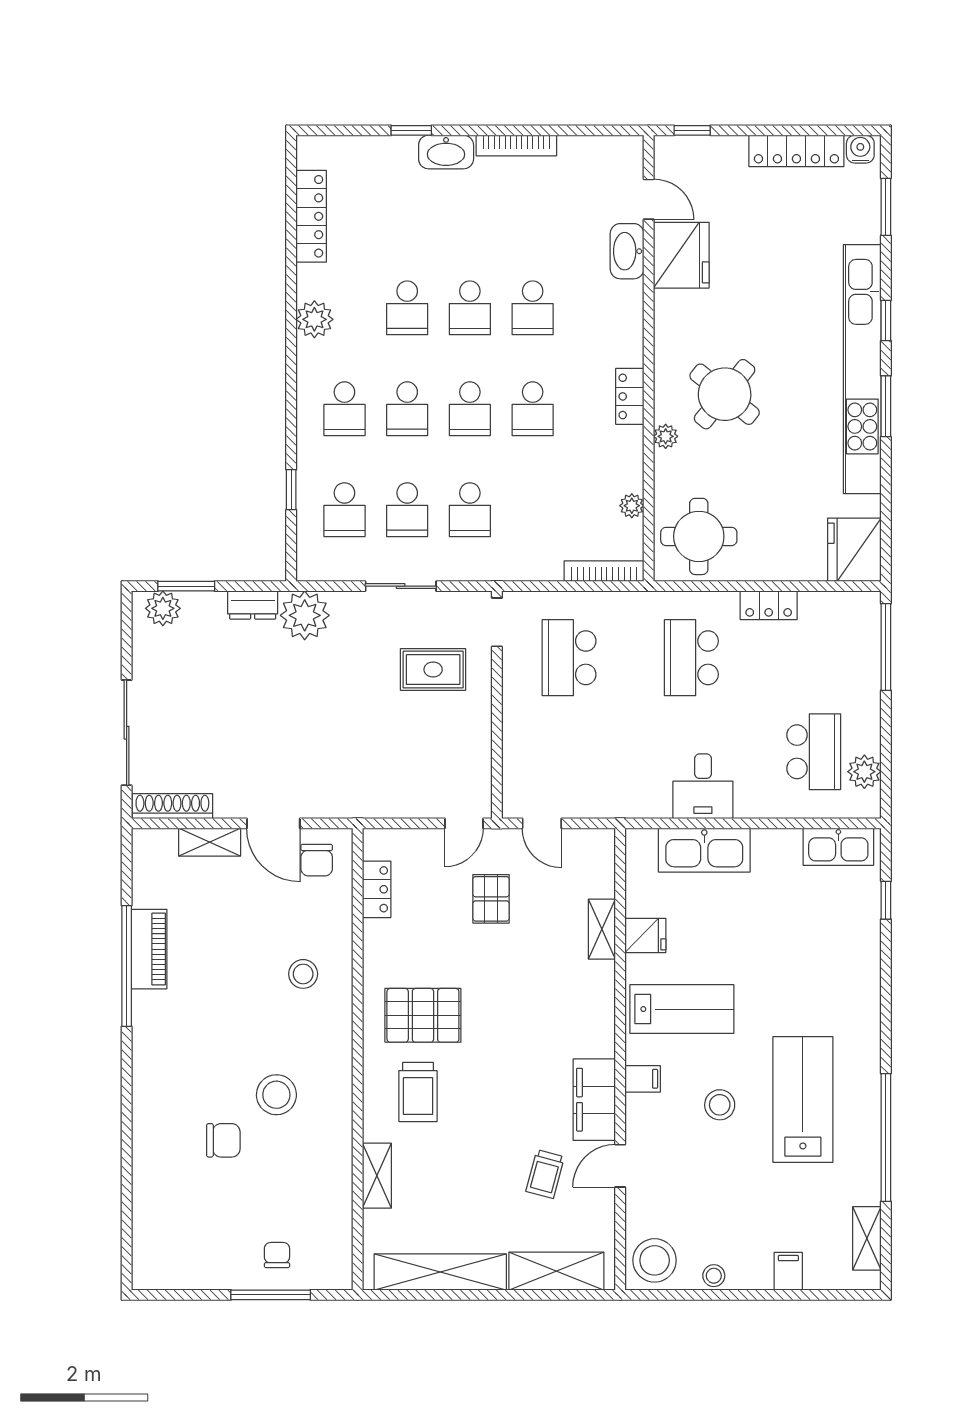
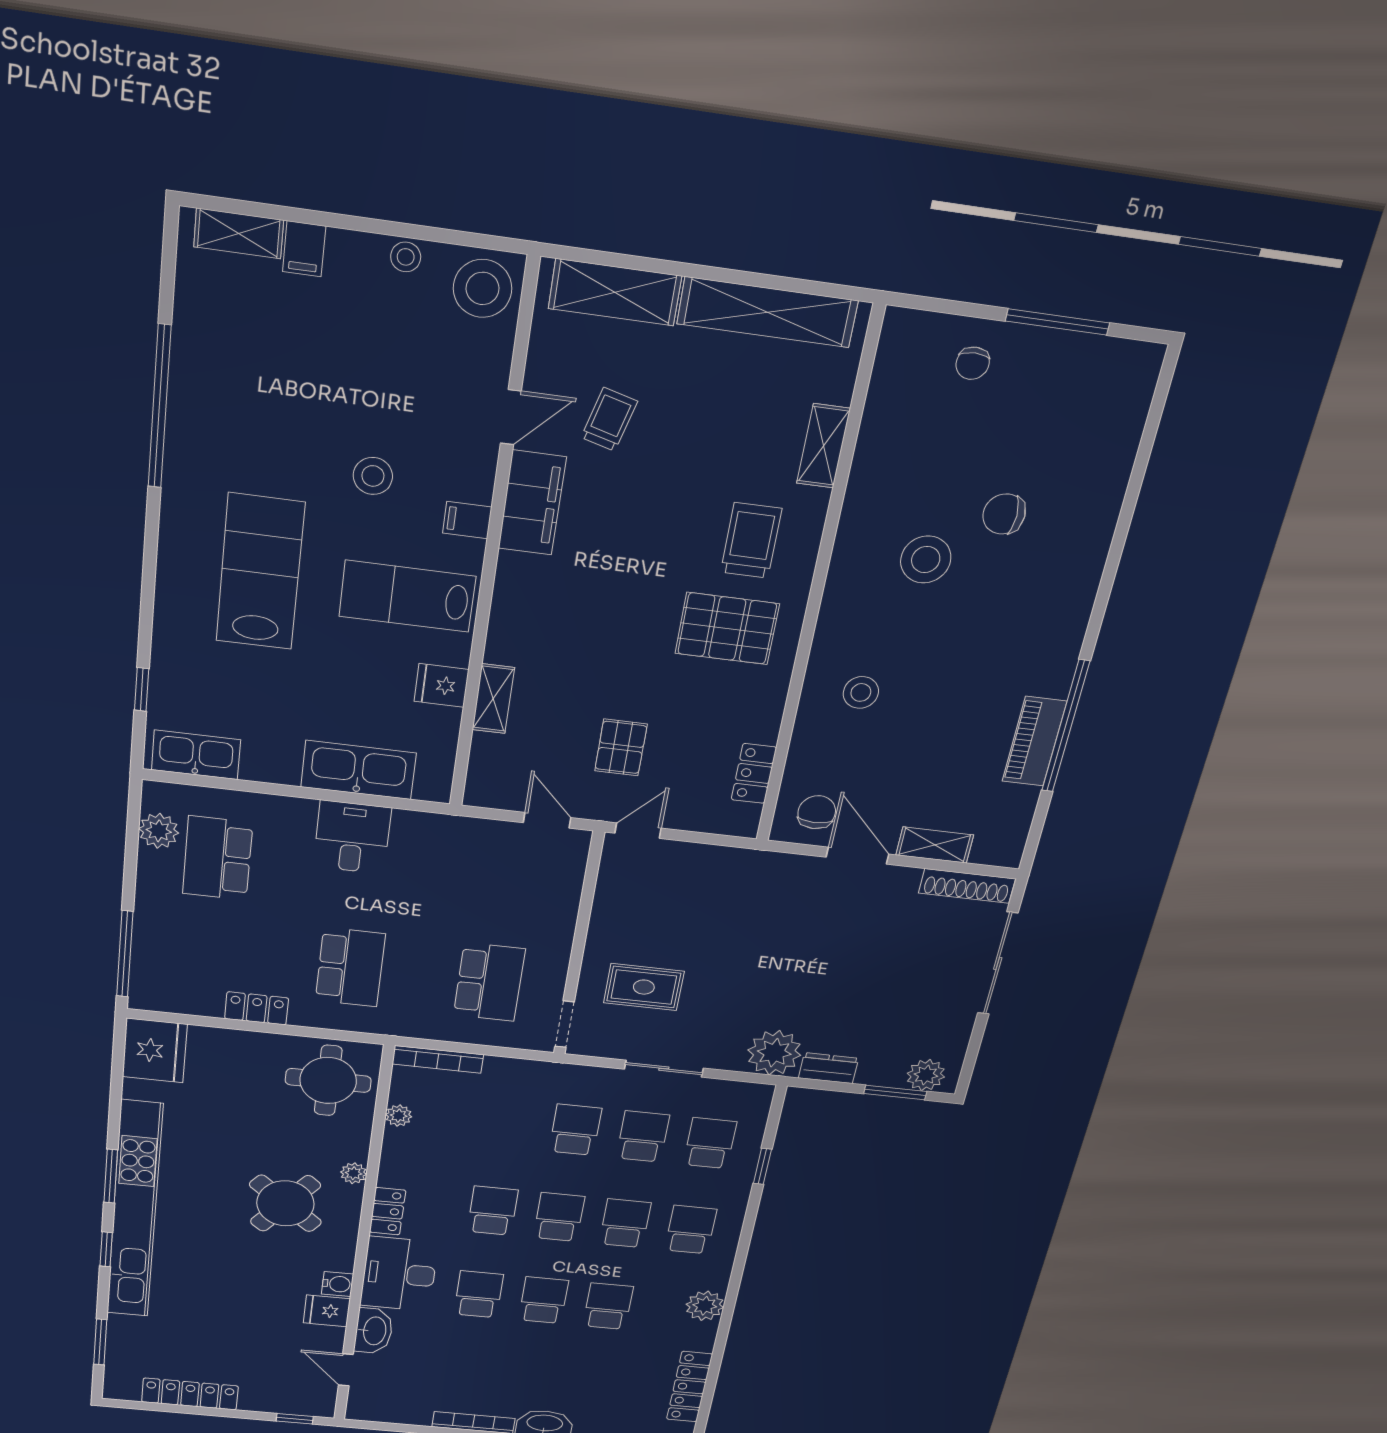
water cooler: (860, 149) -> (337, 1284), moved, turned -90
fridge: (681, 255) -> (327, 1311), width x0.53, depth x0.75
desk: (611, 324) -> (399, 1274), added
lab bench: (803, 1099) -> (260, 572), moved, turned 180
shelving: (867, 1238) -> (239, 233), moved, turned 90
window: (271, 1295) -> (1058, 322), moved

